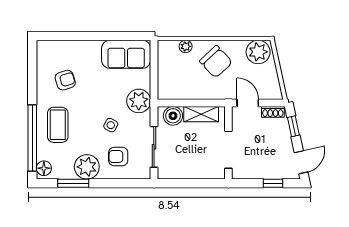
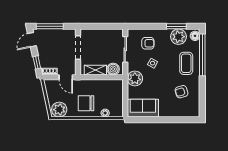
chair: (216, 62) -> (86, 103), turned -47
plant: (87, 167) -> (178, 37), moved
window: (273, 183) -> (50, 26), width x2.17

